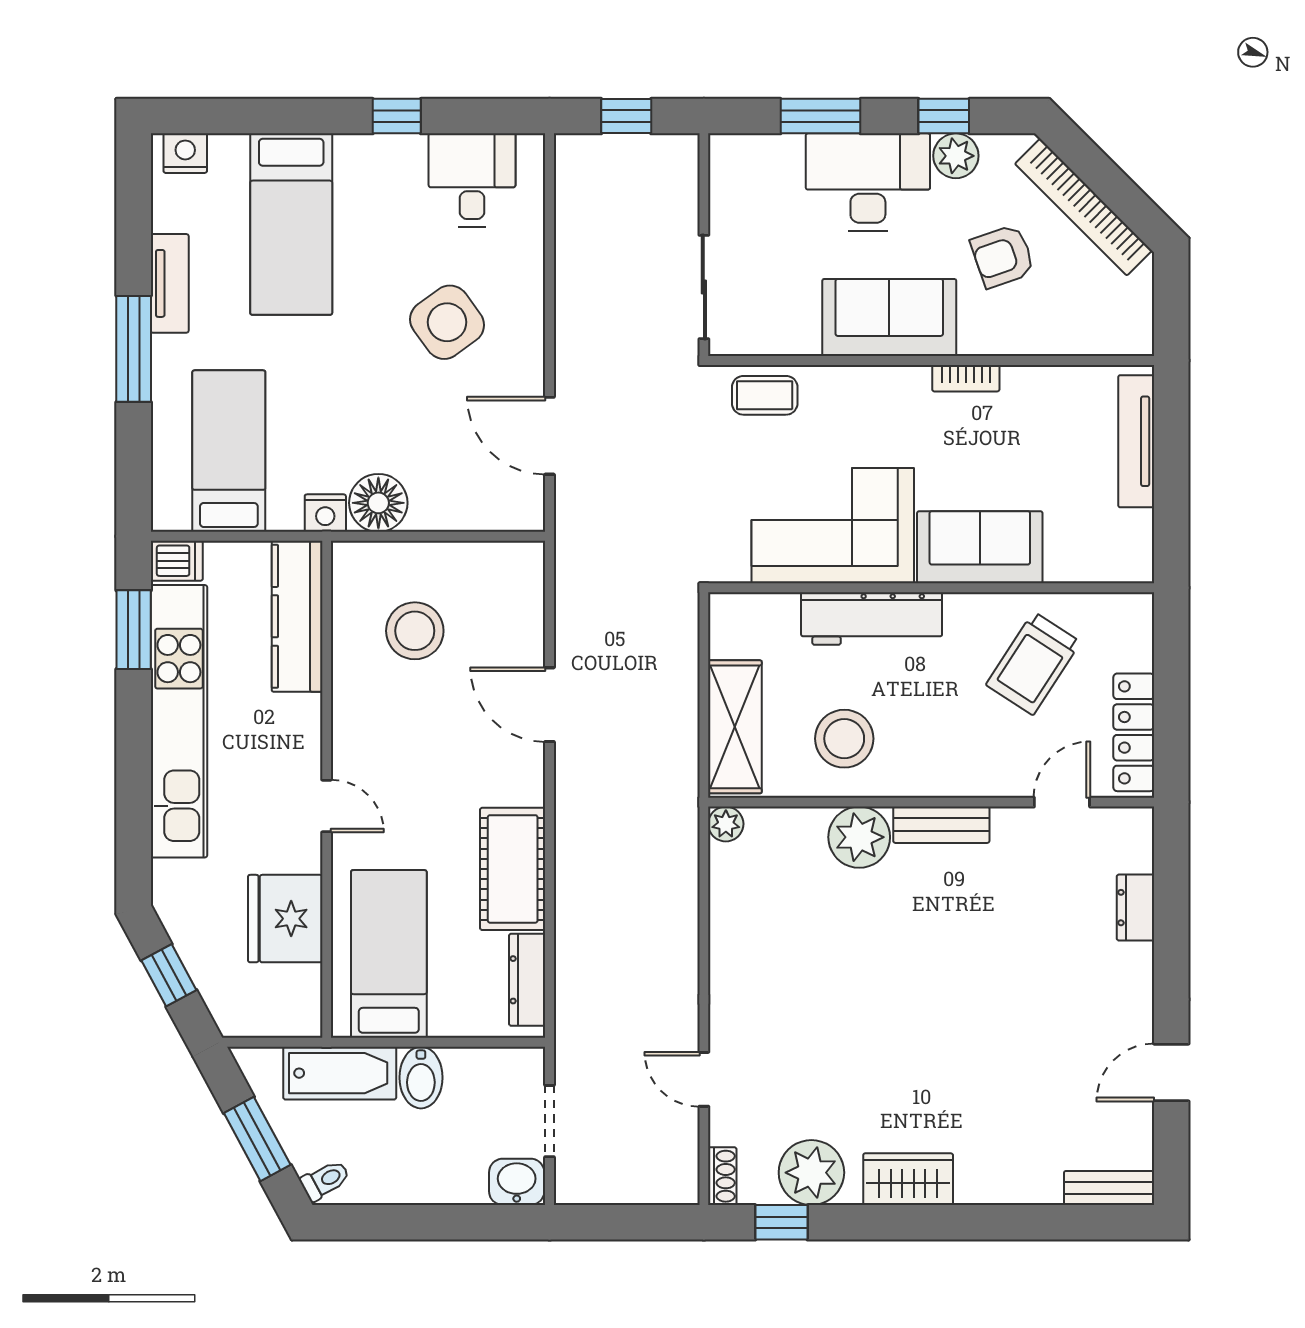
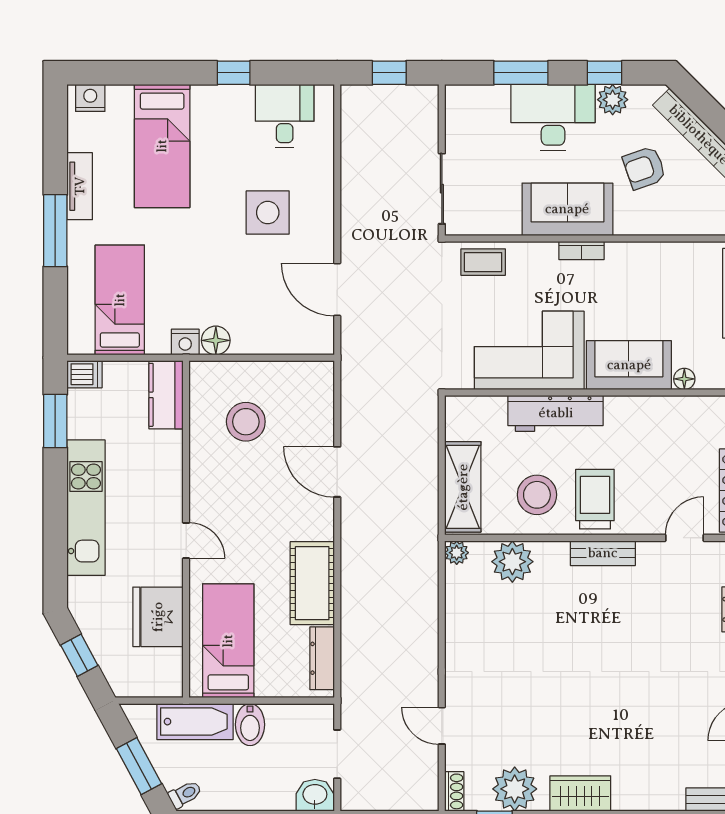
side table: (447, 322) -> (268, 213), turned 36
bookcase: (966, 378) -> (581, 250), moved
floor lamp: (378, 503) -> (216, 340), width x0.73, depth x0.73
floor lamp: (1062, 568) -> (684, 379), added
kitchen counter: (297, 616) -> (166, 395), width x0.67
trolley: (1033, 663) -> (595, 499), moved, turned 147
kitchen unit: (179, 721) -> (86, 508), width x0.73
plant: (859, 837) -> (512, 562), moved

